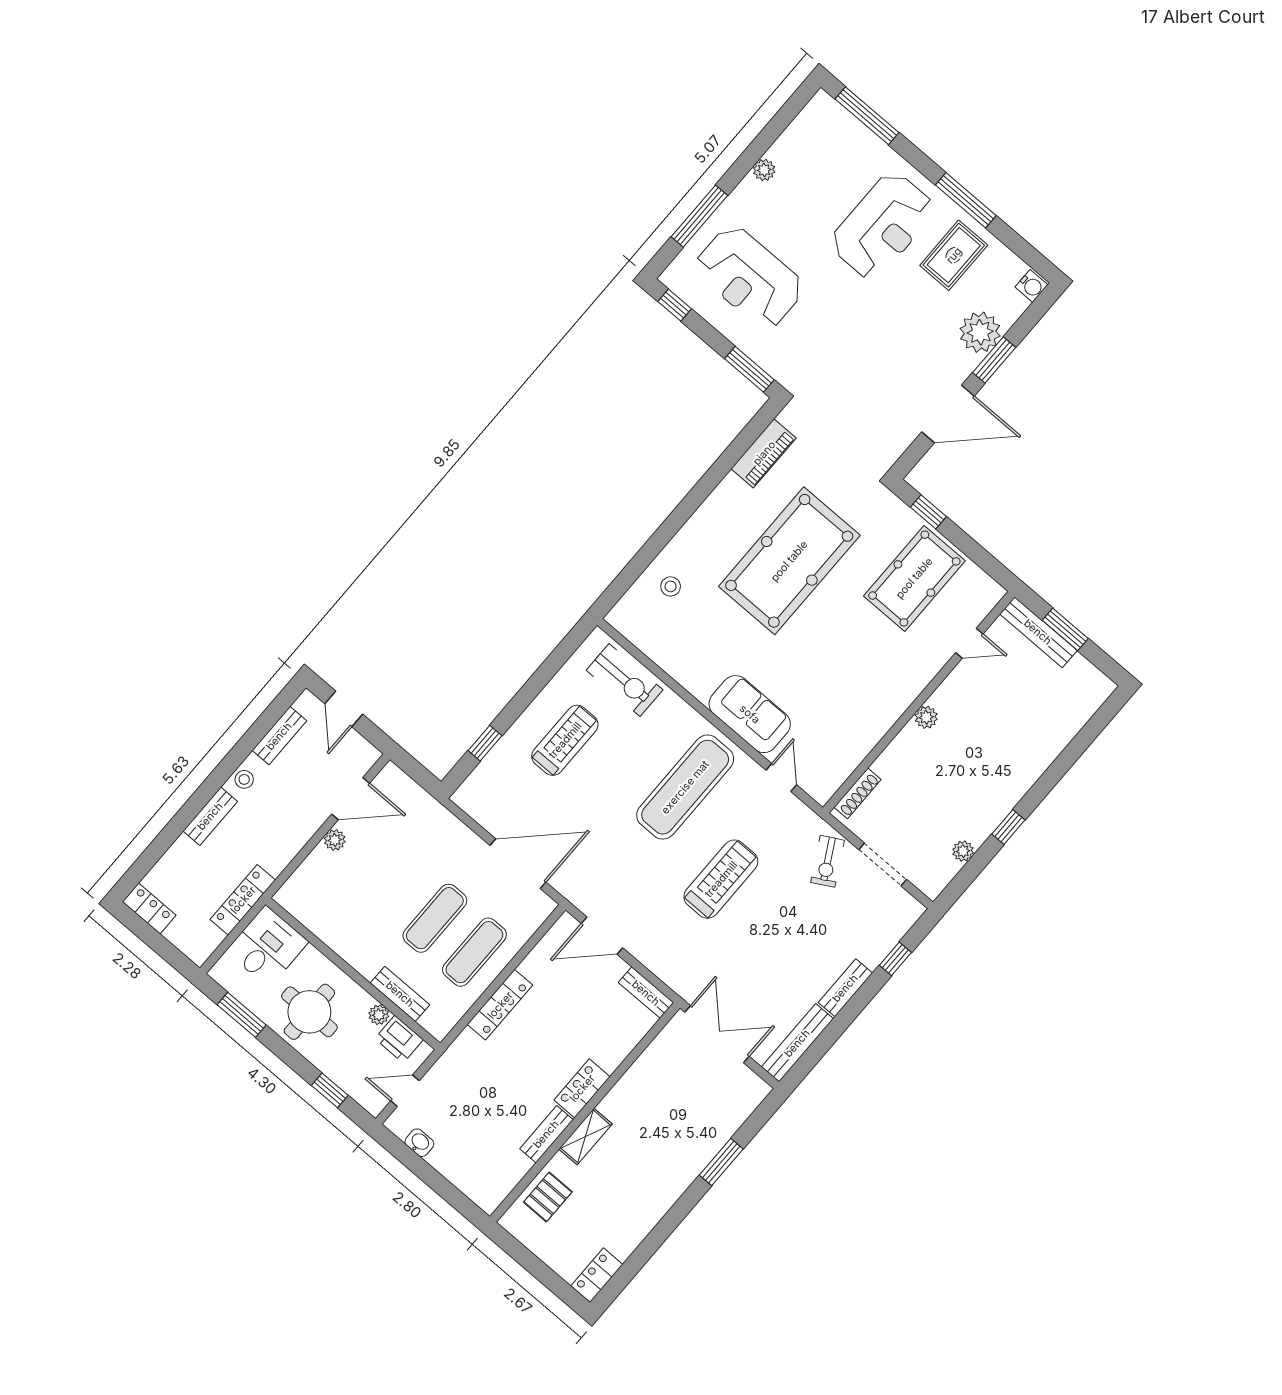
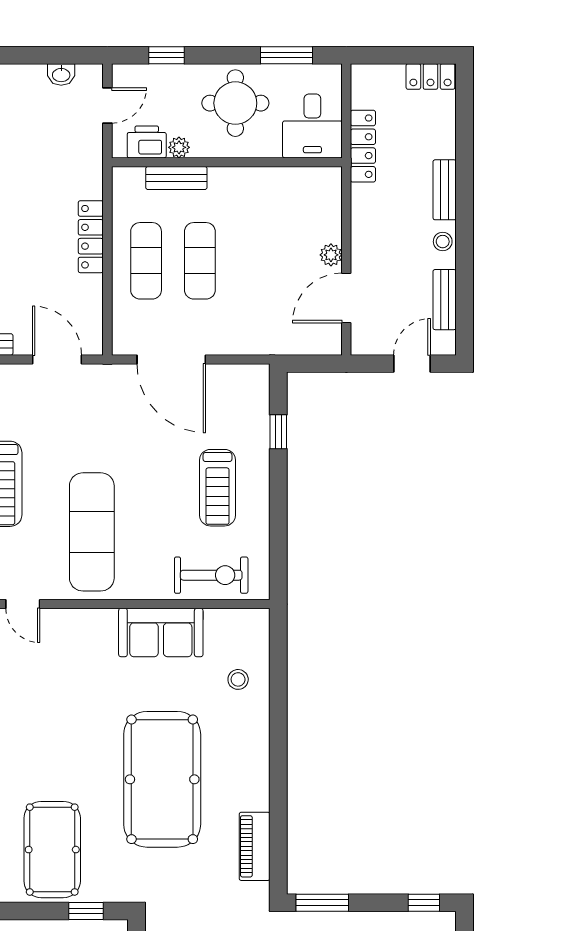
exercise bike: (625, 680) -> (211, 575), turned 180
door: (344, 709) -> (412, 364), hinge flipped
sofa: (750, 714) -> (161, 633), moved
door: (518, 864) -> (171, 359), hinge flipped
door: (602, 936) -> (57, 359), hinge flipped

